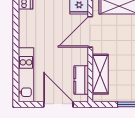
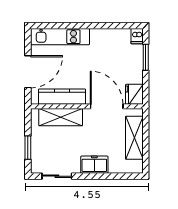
kitchen counter: (81, 80) -> (62, 97), width x1.50

